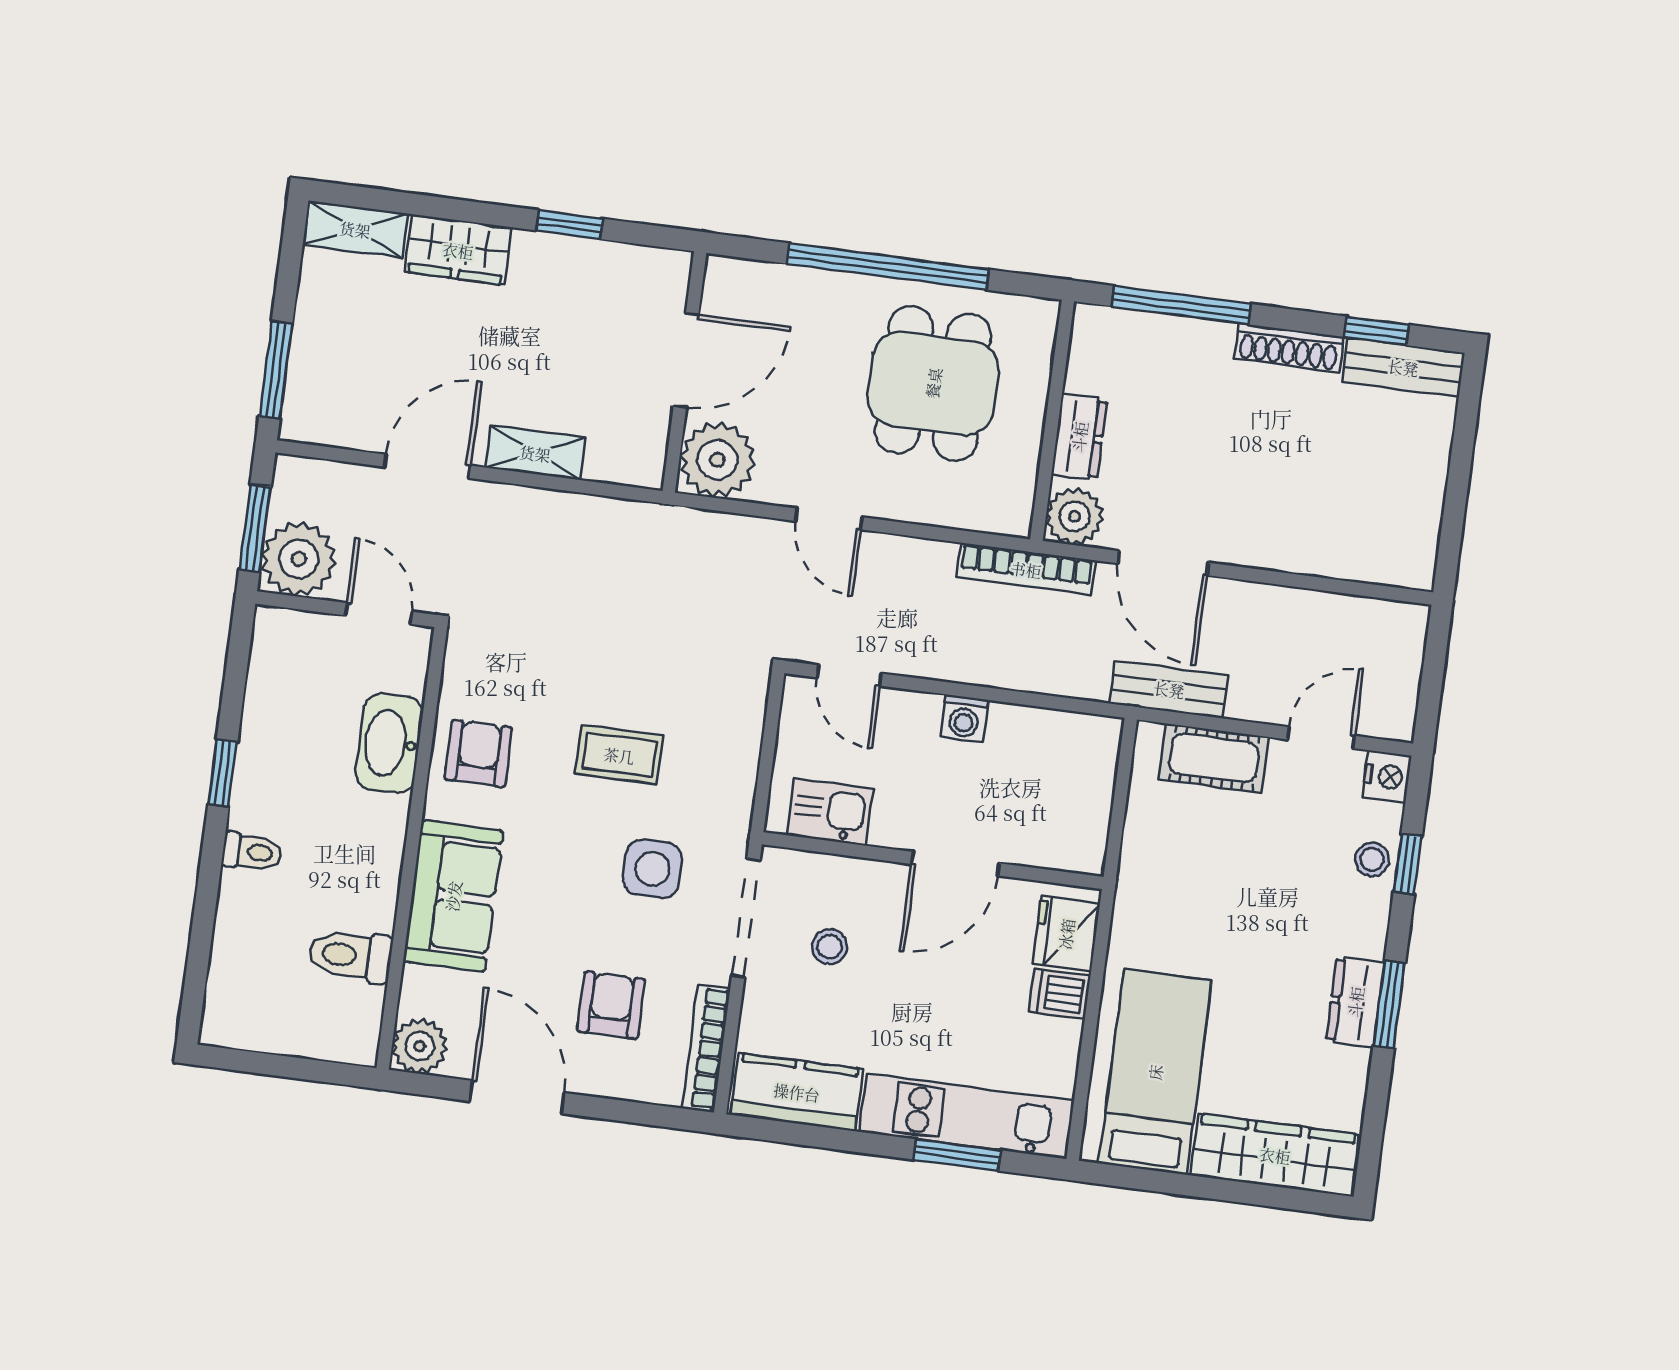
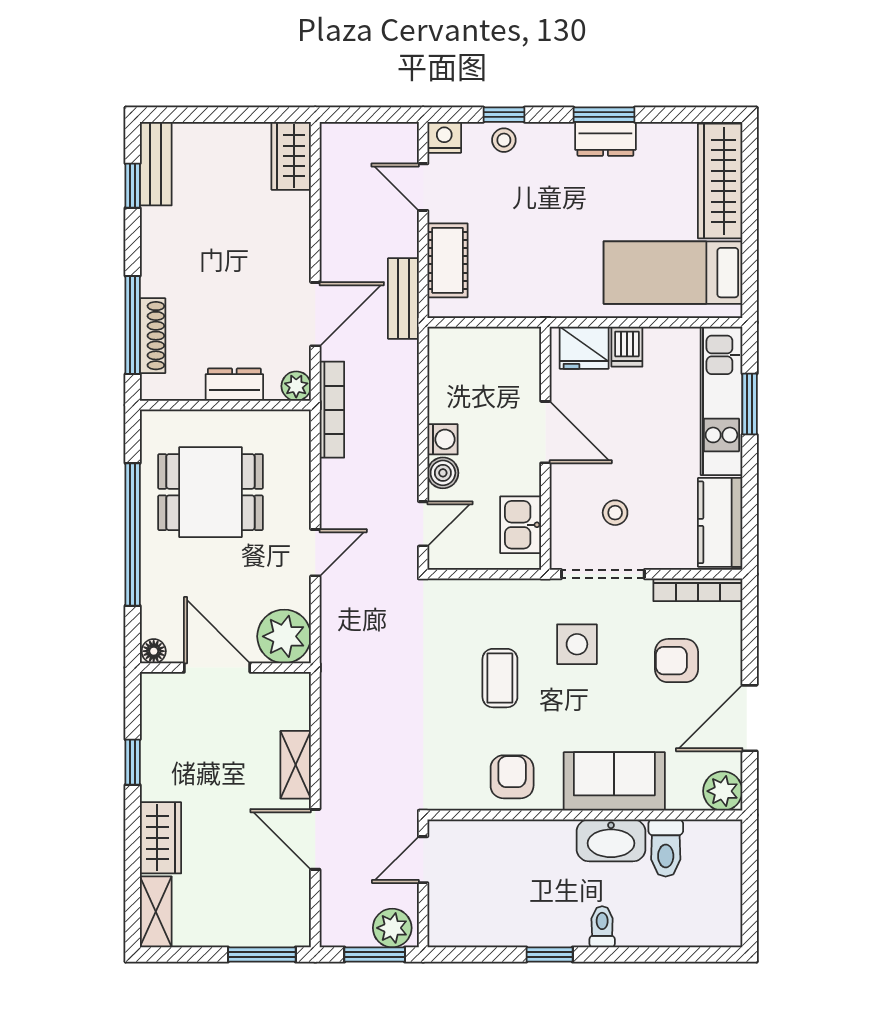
floor lamp: (721, 275) -> (154, 651), added
shoe rack: (1289, 348) -> (153, 336), moved
plant: (1074, 516) -> (296, 386), width x0.73, depth x0.73
plant: (299, 559) -> (392, 928), width x0.73, depth x0.73
wardrobe: (1389, 559) -> (291, 156), added
boiler: (917, 713) -> (443, 473), added
washbasin: (389, 743) -> (611, 840), moved
armchair: (479, 753) -> (512, 777), turned 90

